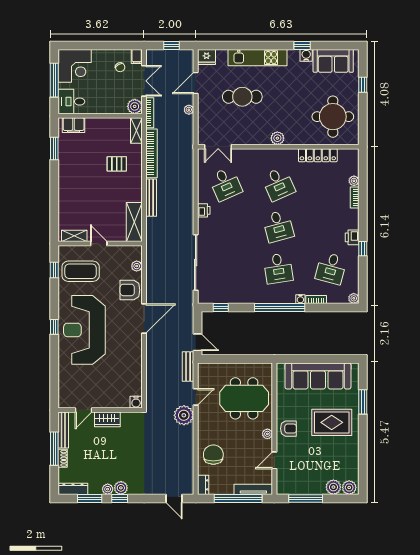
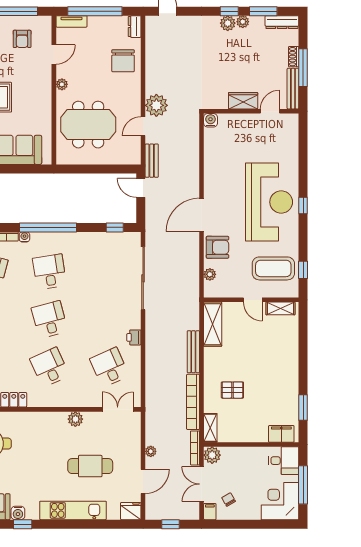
plant: (277, 138) -> (75, 419), moved
armchair: (288, 429) -> (22, 39), moved, turned -90
tv unit: (253, 489) -> (71, 21), width x0.71

